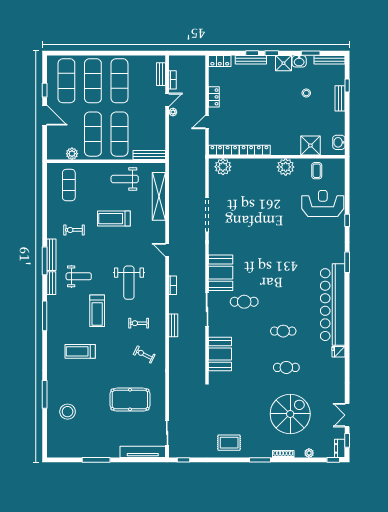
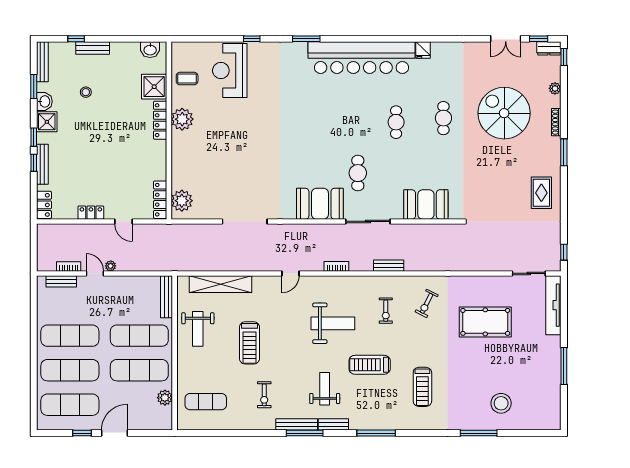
locker: (255, 150) -> (160, 120), moved
treadmill: (97, 311) -> (370, 365), turned 180
pool table: (130, 400) -> (485, 322), turned 90

